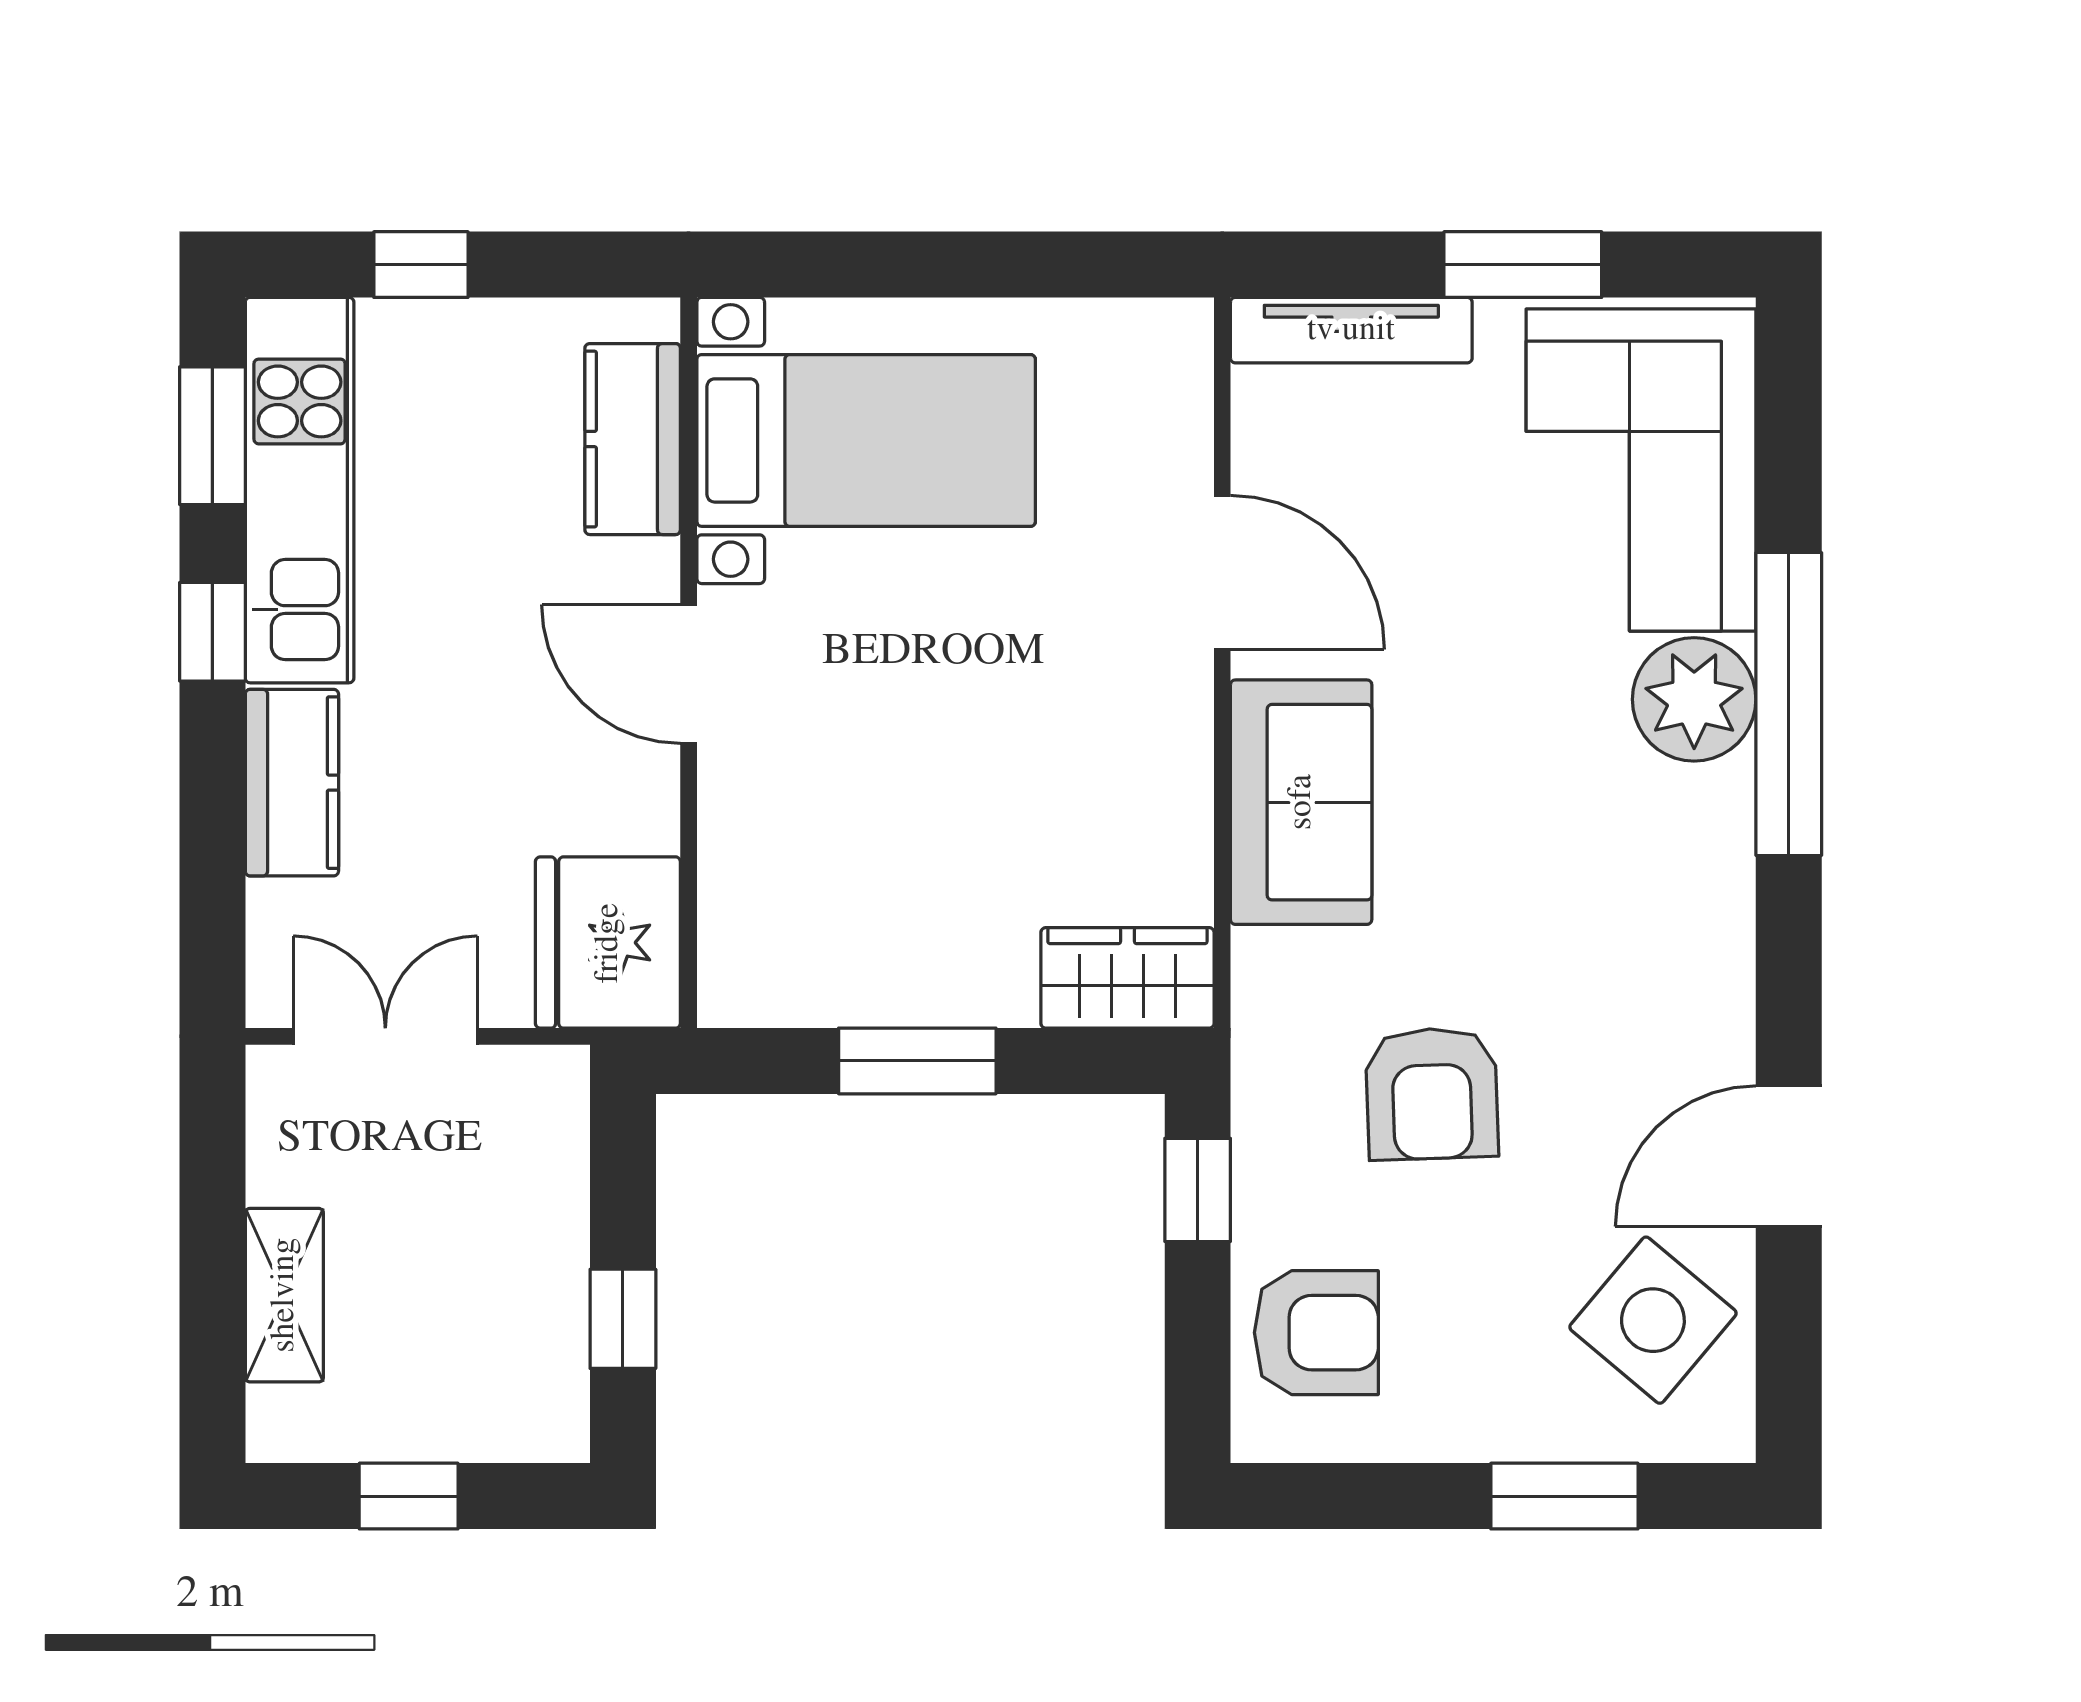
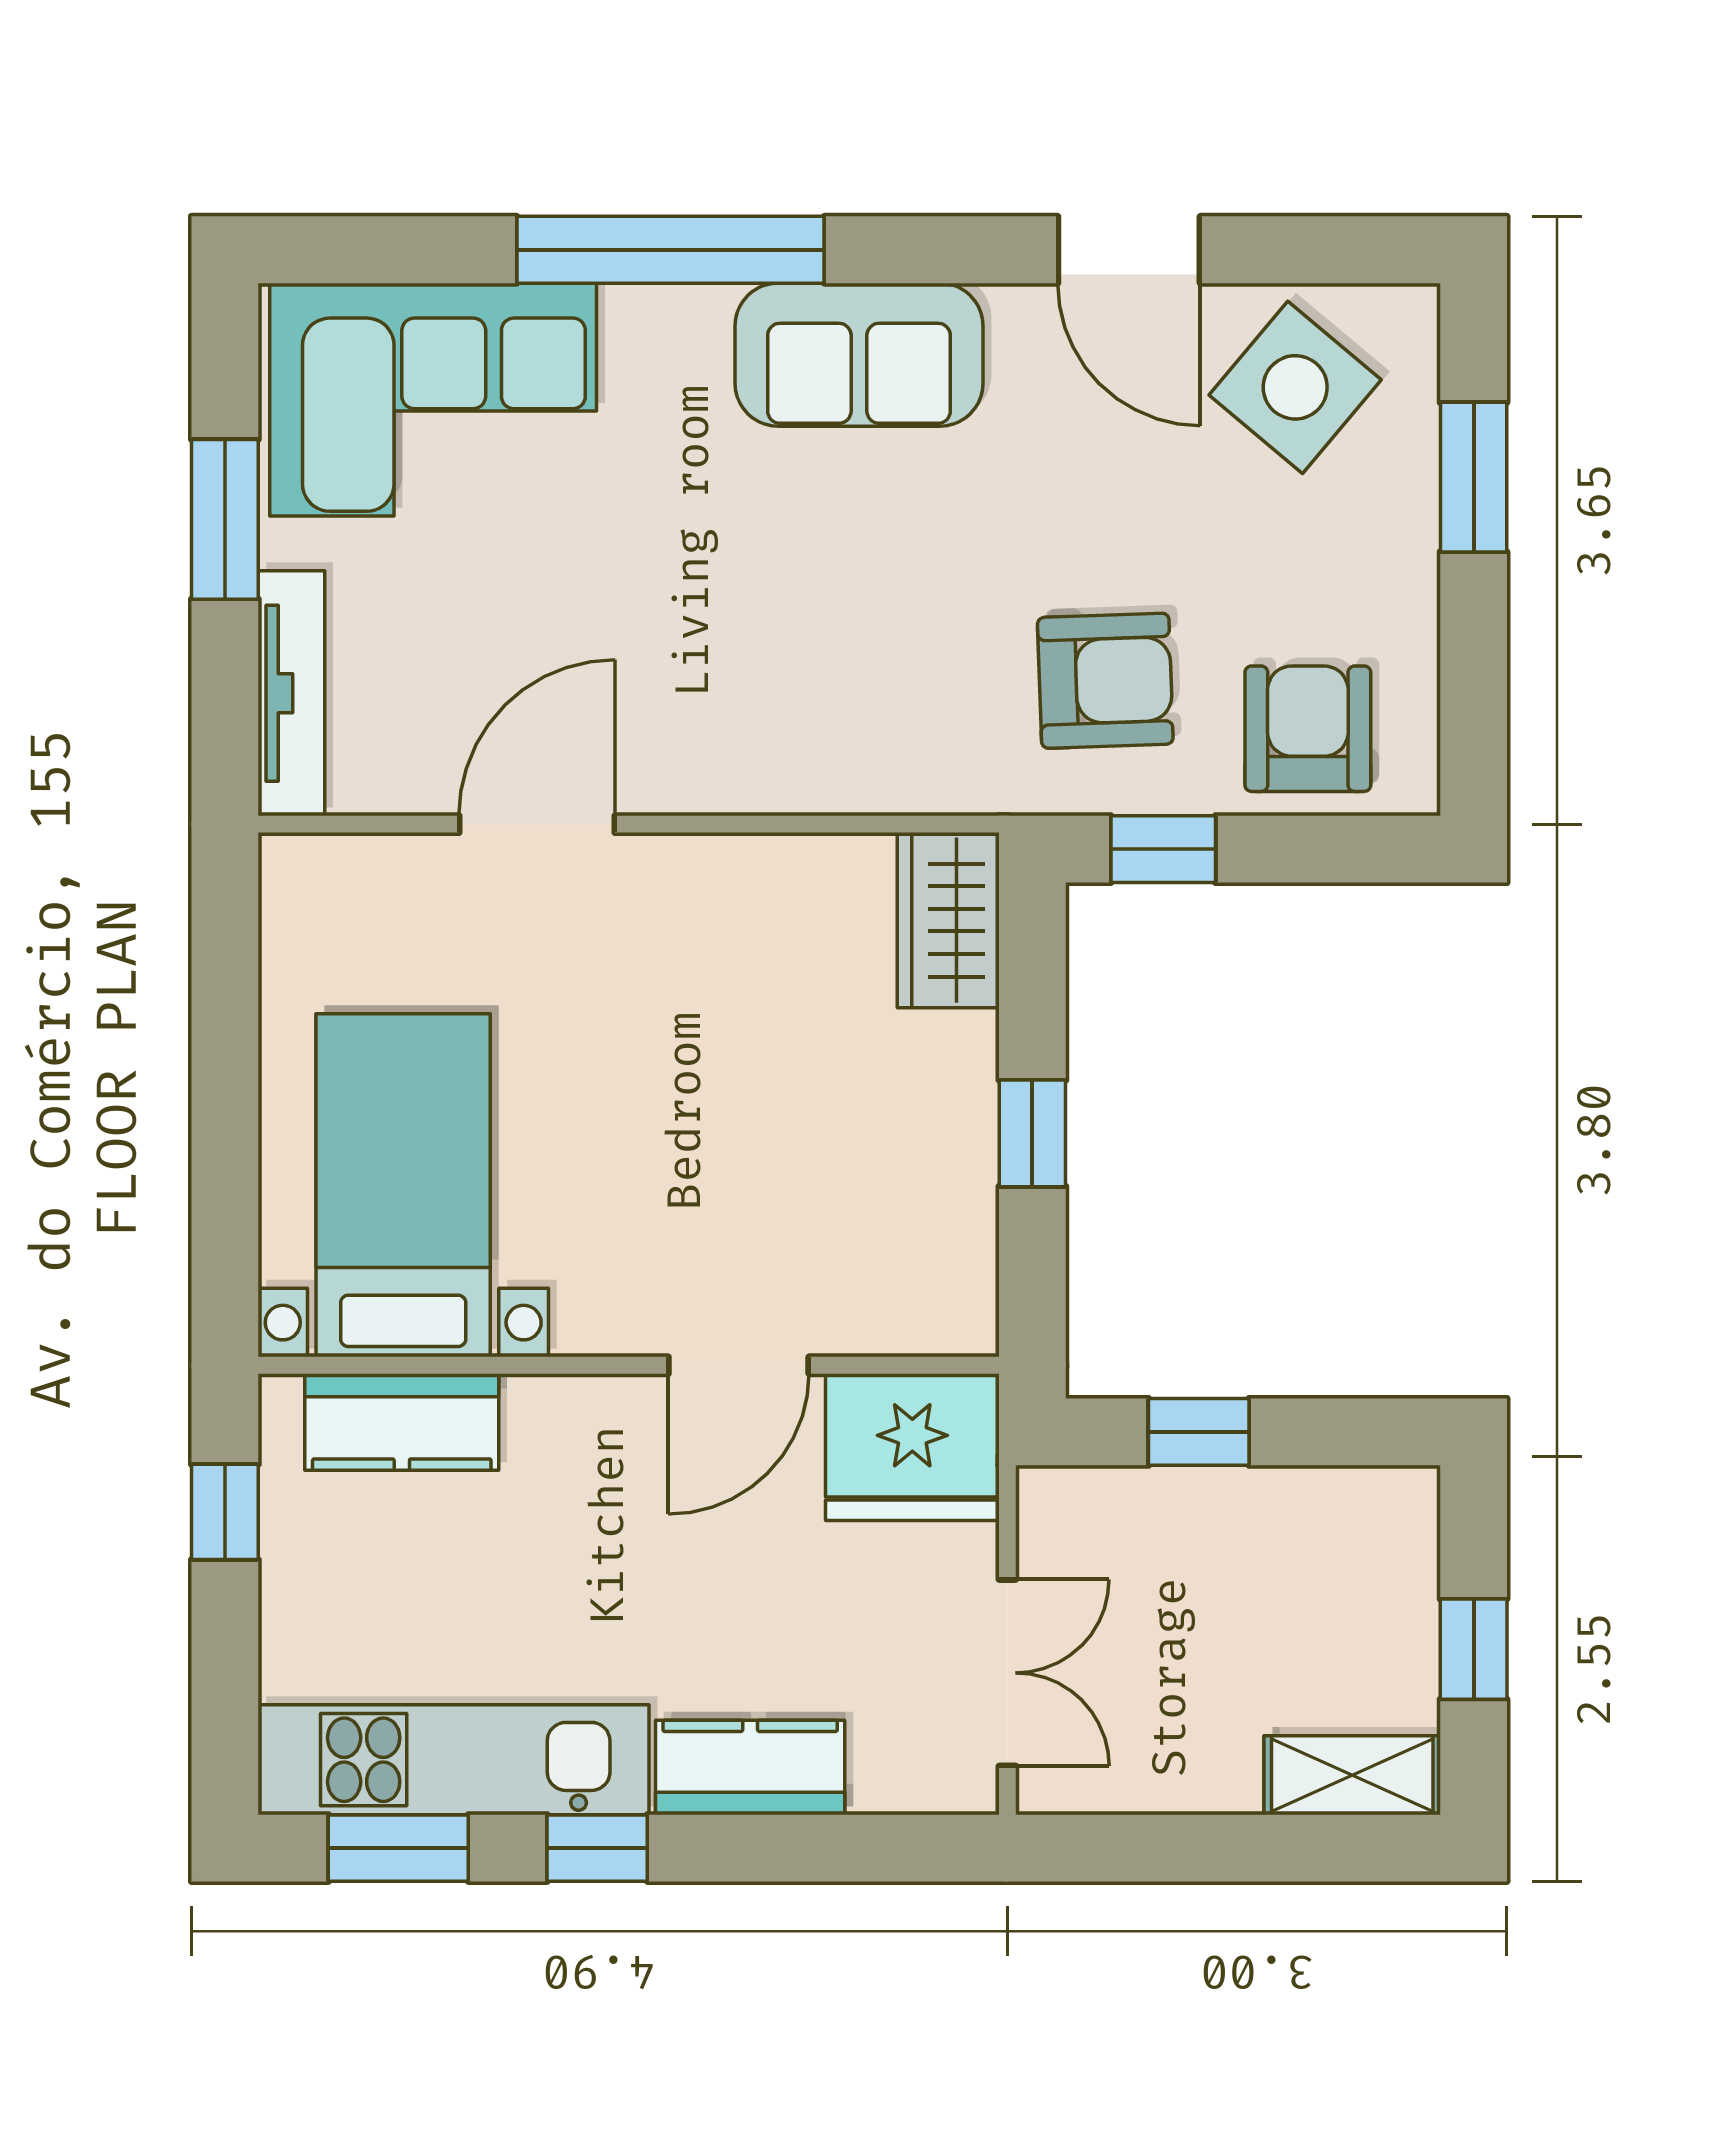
window: (421, 265) -> (225, 1512), moved
door: (689, 674) -> (739, 1365), moved
plant: (1694, 699) -> (666, 346), removed
sofa: (1301, 802) -> (859, 355), moved, turned 180
double door: (385, 1036) -> (1007, 1673), swing flipped
window: (917, 1061) -> (1032, 1133), width x0.67
armchair: (1432, 1094) -> (1105, 681), moved
shelving: (284, 1295) -> (1352, 1775), moved
window: (623, 1319) -> (1199, 1432), moved

